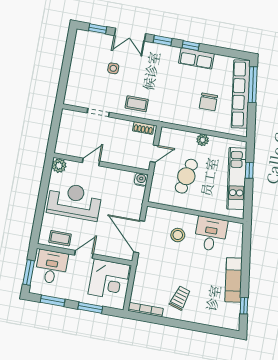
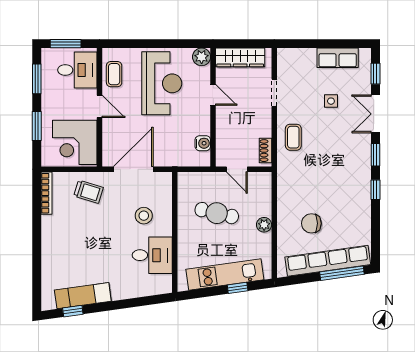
row of seats: (196, 58) -> (338, 58), moved, turned -90
wardrobe: (65, 135) -> (240, 57), added
water cooler: (141, 179) -> (203, 143), moved
exam couch: (234, 280) -> (83, 296), moved
trolley: (180, 298) -> (88, 192), moved

